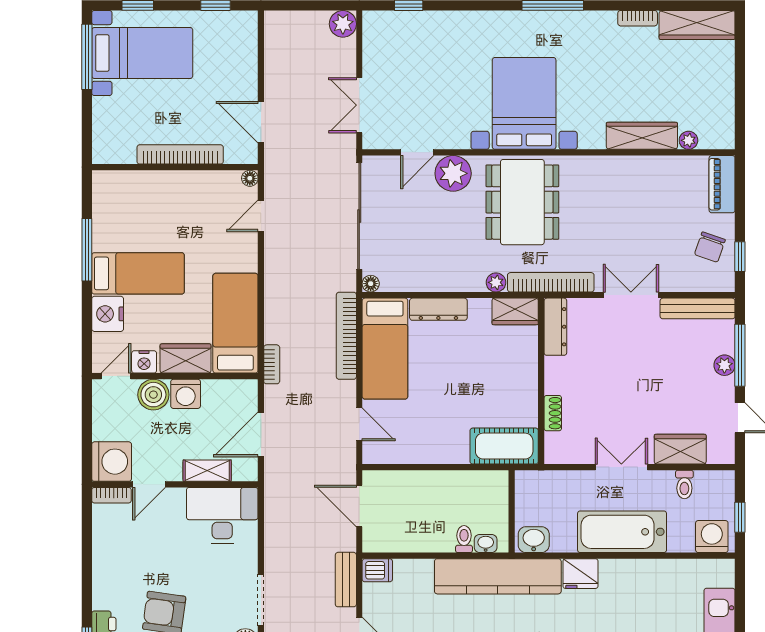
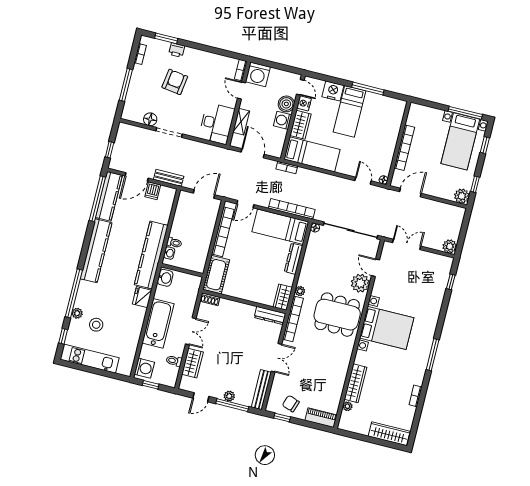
plant: (244, 25) -> (462, 196), added
wardrobe: (697, 25) -> (389, 434), moved, turned 90
shoe rack: (553, 413) -> (210, 299), moved
bookcase: (421, 454) -> (223, 232), added
dishwasher: (377, 570) -> (153, 191), moved

